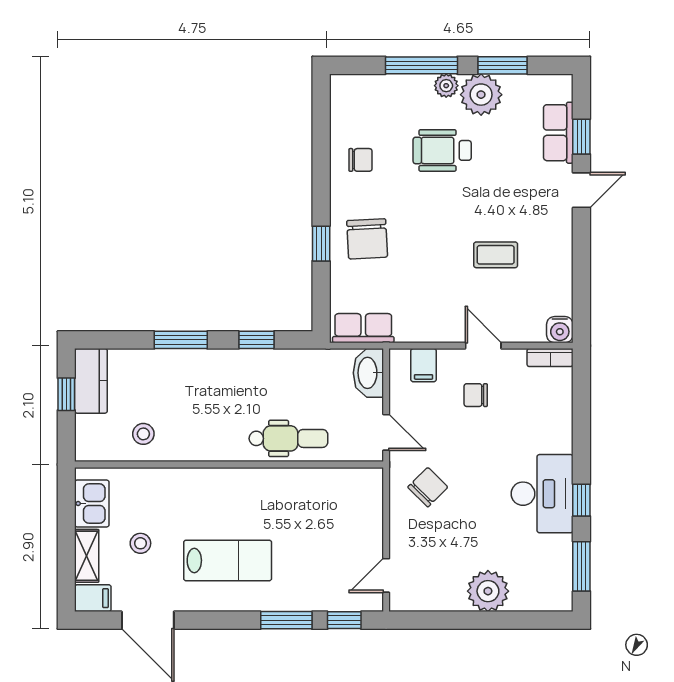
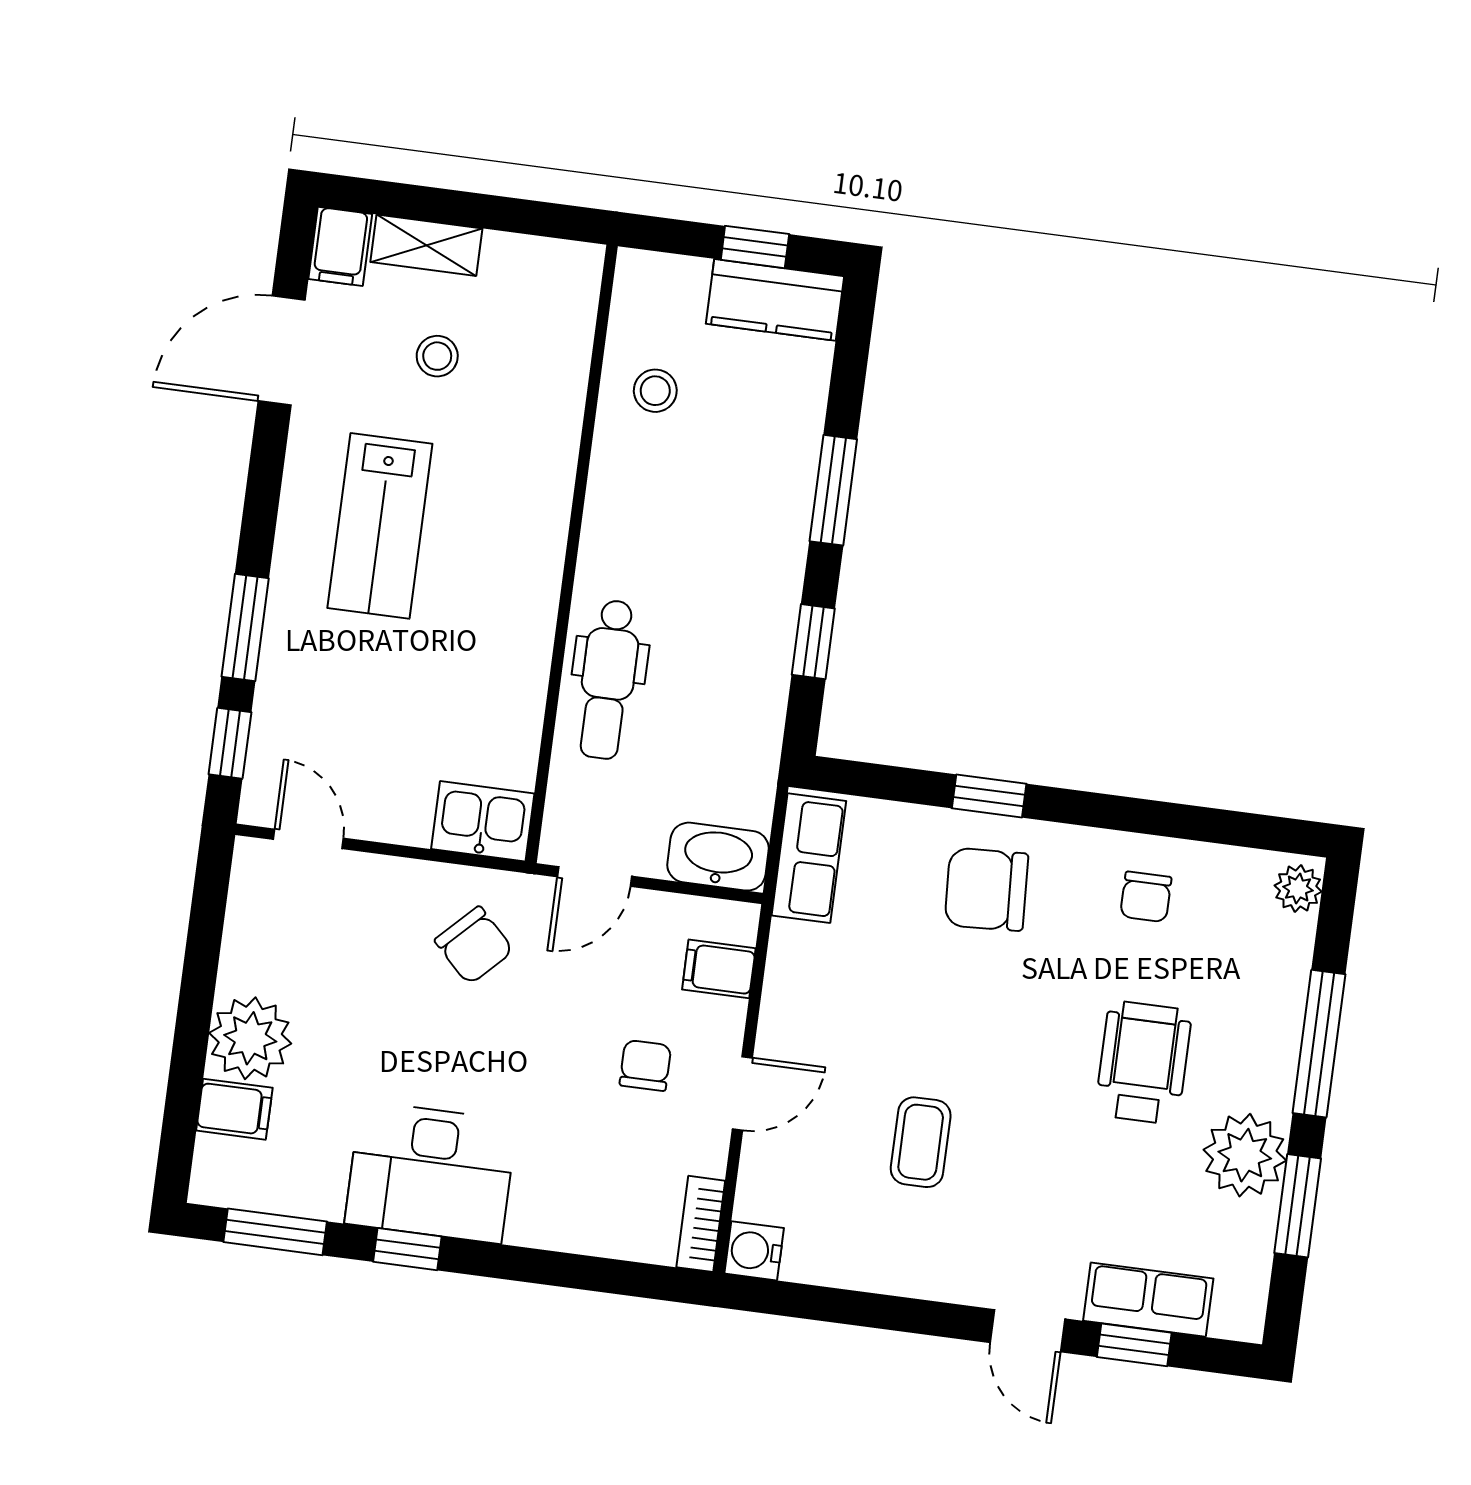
plant: (446, 86) -> (1298, 889), moved
kitchen sink: (92, 504) -> (483, 821), moved, turned 180
filing cabinet: (524, 594) -> (234, 1109), added

